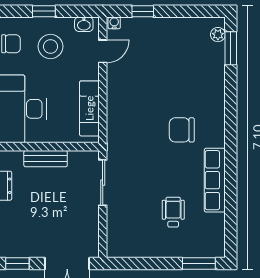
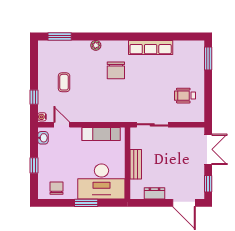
plant: (218, 35) -> (96, 45), moved
stool: (50, 46) -> (58, 161), removed
coffee table: (164, 55) -> (64, 82), added
wheelchair: (173, 212) -> (185, 96), moved

